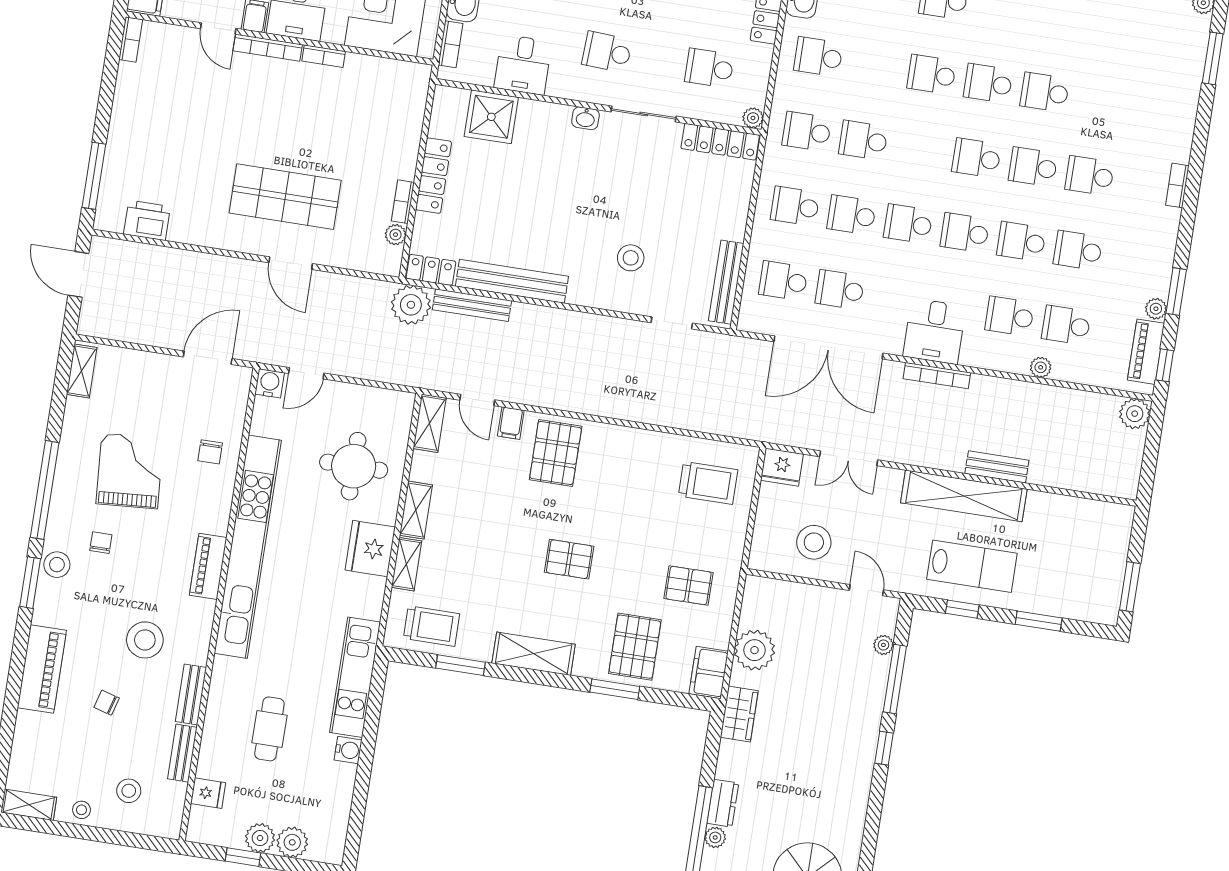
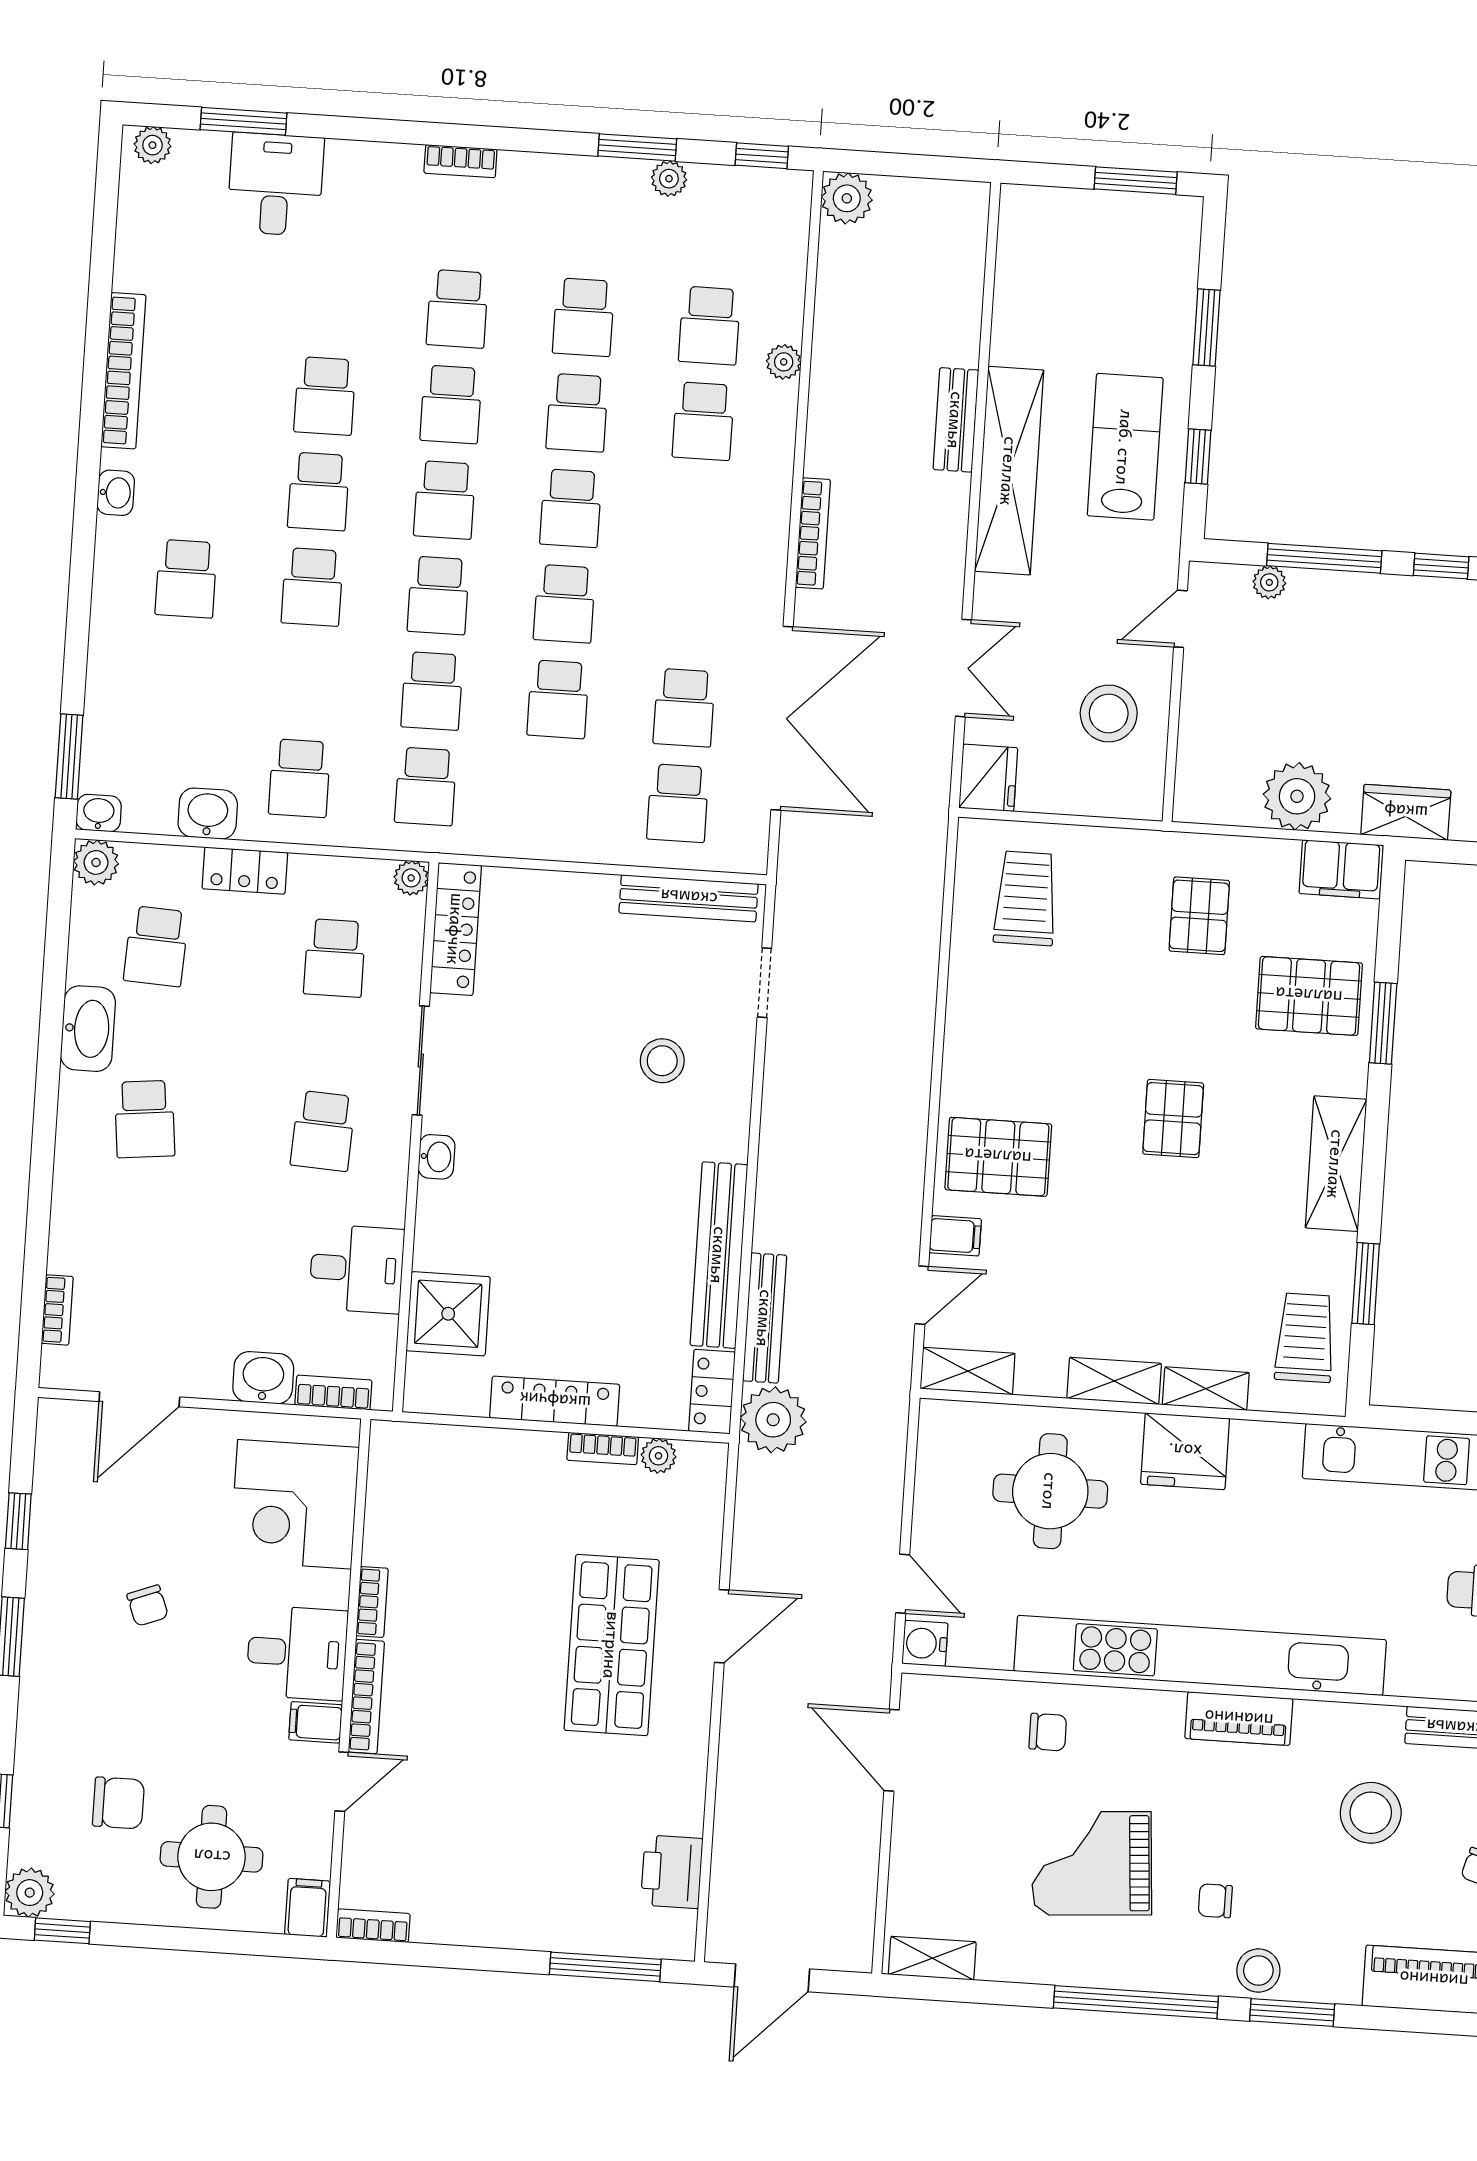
school desk: (795, 206) -> (438, 595), moved
desk: (934, 331) -> (275, 184), moved, turned -90
piano: (1146, 352) -> (742, 189), removed

